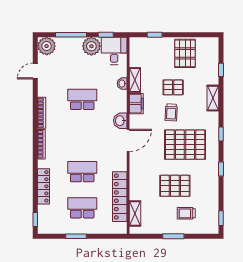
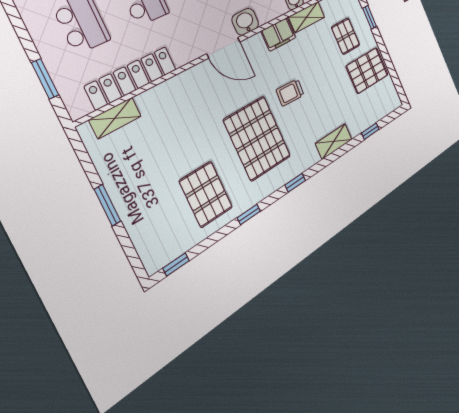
pallet: (173, 87) -> (346, 36), moved
pallet: (175, 186) -> (206, 194), moved
trolley: (186, 213) -> (157, 203), removed
window: (76, 236) -> (45, 79), moved

